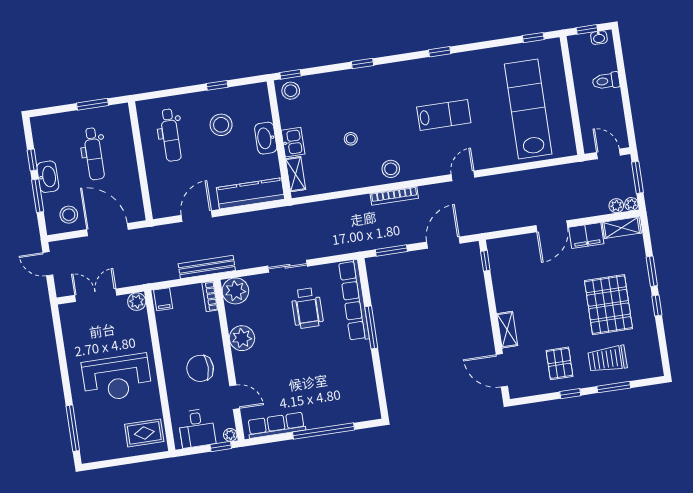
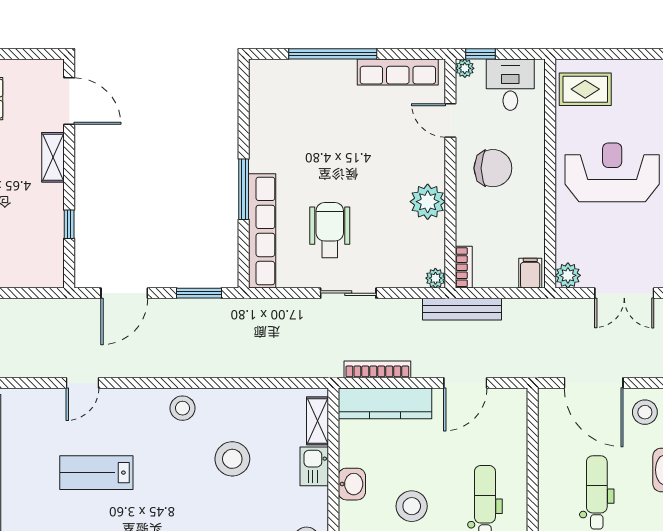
washbasin: (266, 138) -> (352, 484), width x0.72
stool: (351, 139) -> (232, 459), width x1.89, depth x1.89
bookcase: (394, 196) -> (377, 369), moved
window: (485, 261) -> (69, 224), moved
plant: (235, 291) -> (435, 278), width x0.53, depth x0.53

